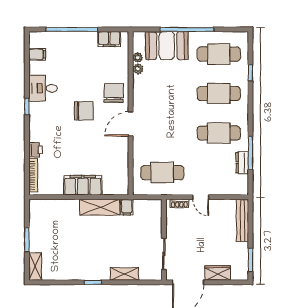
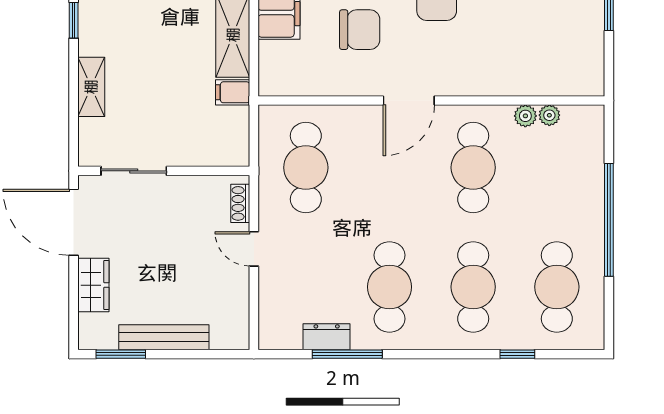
filing cabinet: (109, 39) -> (589, 55), removed
booth: (167, 46) -> (575, 177), removed
chair: (114, 93) -> (360, 30), moved
cafe table: (162, 94) -> (473, 168), added
door: (131, 124) -> (409, 100), swing flipped
door: (201, 197) -> (254, 249), hinge flipped
bench: (242, 220) -> (164, 337), moved

